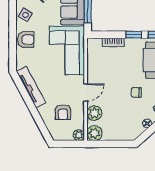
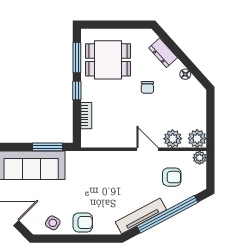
armchair: (26, 39) -> (83, 222), turned 90
corner sofa: (67, 50) -> (96, 172), removed
window: (33, 109) -> (167, 214), added

